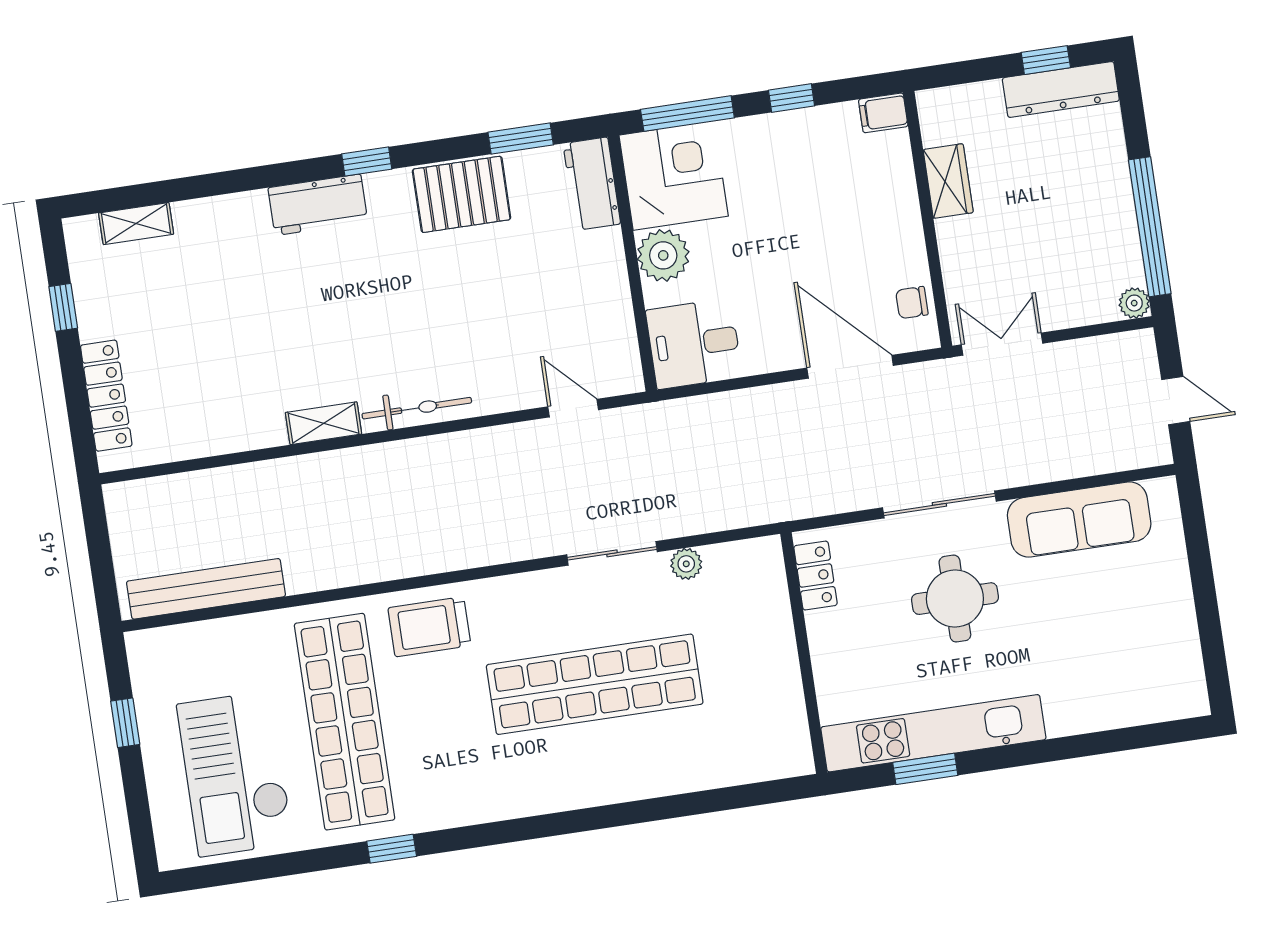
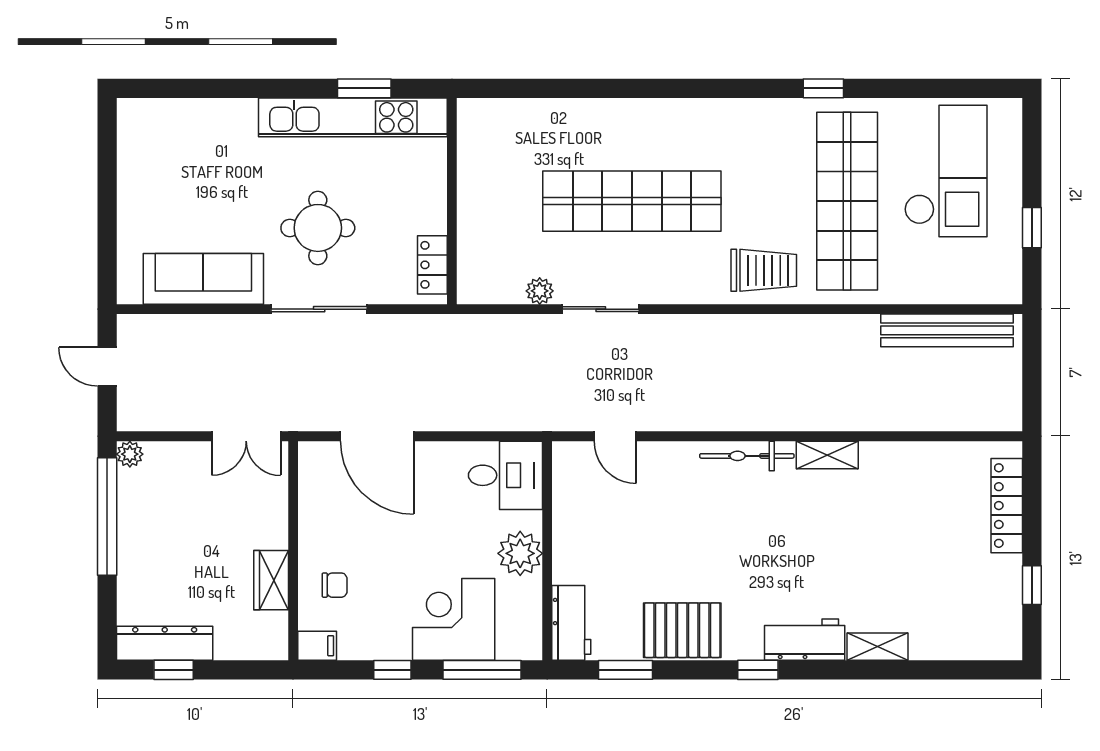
corner desk: (674, 176) -> (454, 619), moved, turned 90
shelving: (136, 224) -> (878, 647), moved
chair: (912, 303) -> (335, 585), moved

